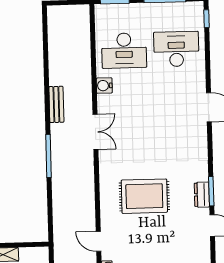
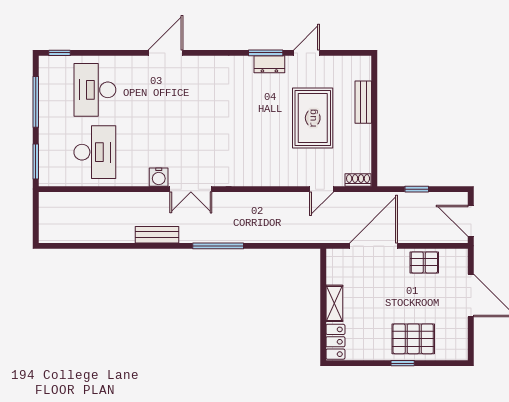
water cooler: (104, 86) -> (159, 177), moved
double door: (95, 132) -> (191, 189), swing flipped
rug: (144, 196) -> (313, 118), moved

